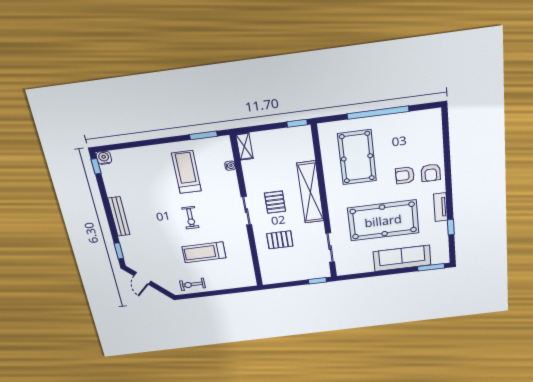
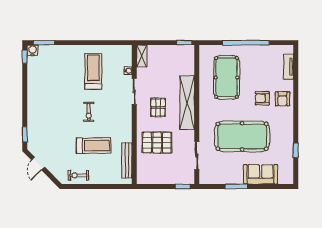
window: (203, 135) -> (44, 43), moved
tv unit: (441, 207) -> (289, 67), moved
sliding door: (246, 211) -> (134, 91), moved
bench: (119, 216) -> (127, 160), moved
pallet: (280, 240) -> (157, 143), width x1.50, depth x1.42
treadmill: (204, 252) -> (94, 146), turned 180
sofa: (402, 258) -> (261, 174), width x0.73
window: (431, 267) -> (236, 186), moved

